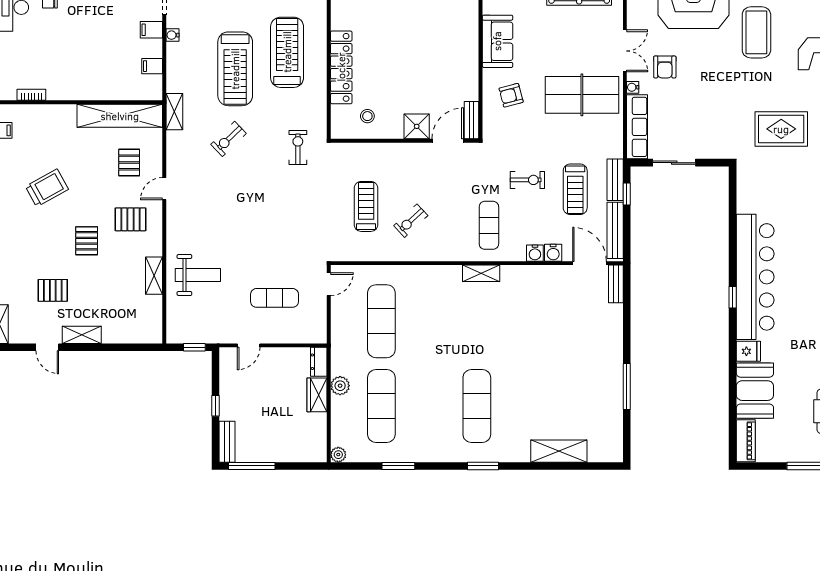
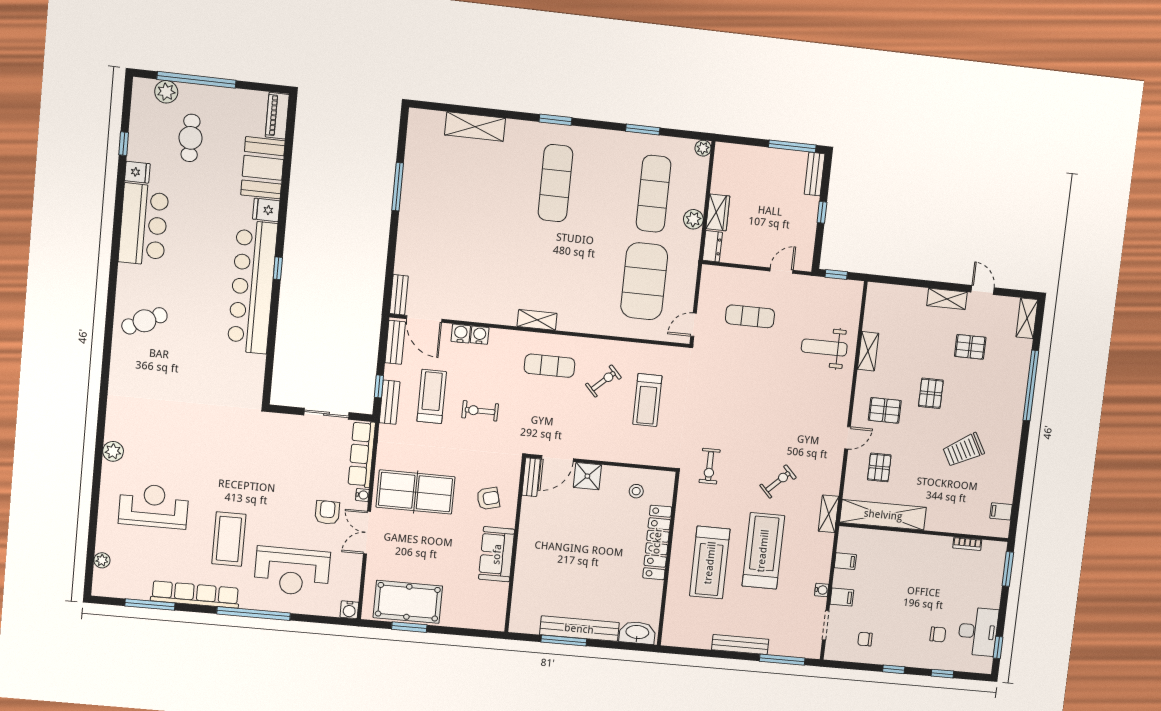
rug: (781, 129) -> (212, 438), removed
exercise mat: (489, 225) -> (549, 366), moved, turned 90
bench: (615, 230) -> (395, 342), width x0.73
exercise mat: (381, 321) -> (644, 281), width x1.47

